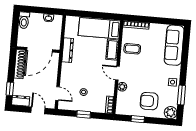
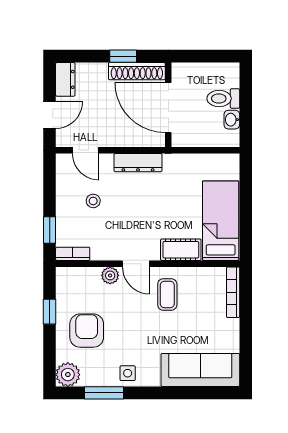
toilet: (24, 20) -> (223, 99), moved
coffee table: (132, 49) -> (167, 294), moved
dresser: (68, 50) -> (138, 163), moved
door: (117, 73) -> (136, 264), swing flipped
window: (10, 89) -> (123, 56), moved
door: (57, 94) -> (86, 150), hinge flipped
window: (84, 114) -> (50, 230), moved

